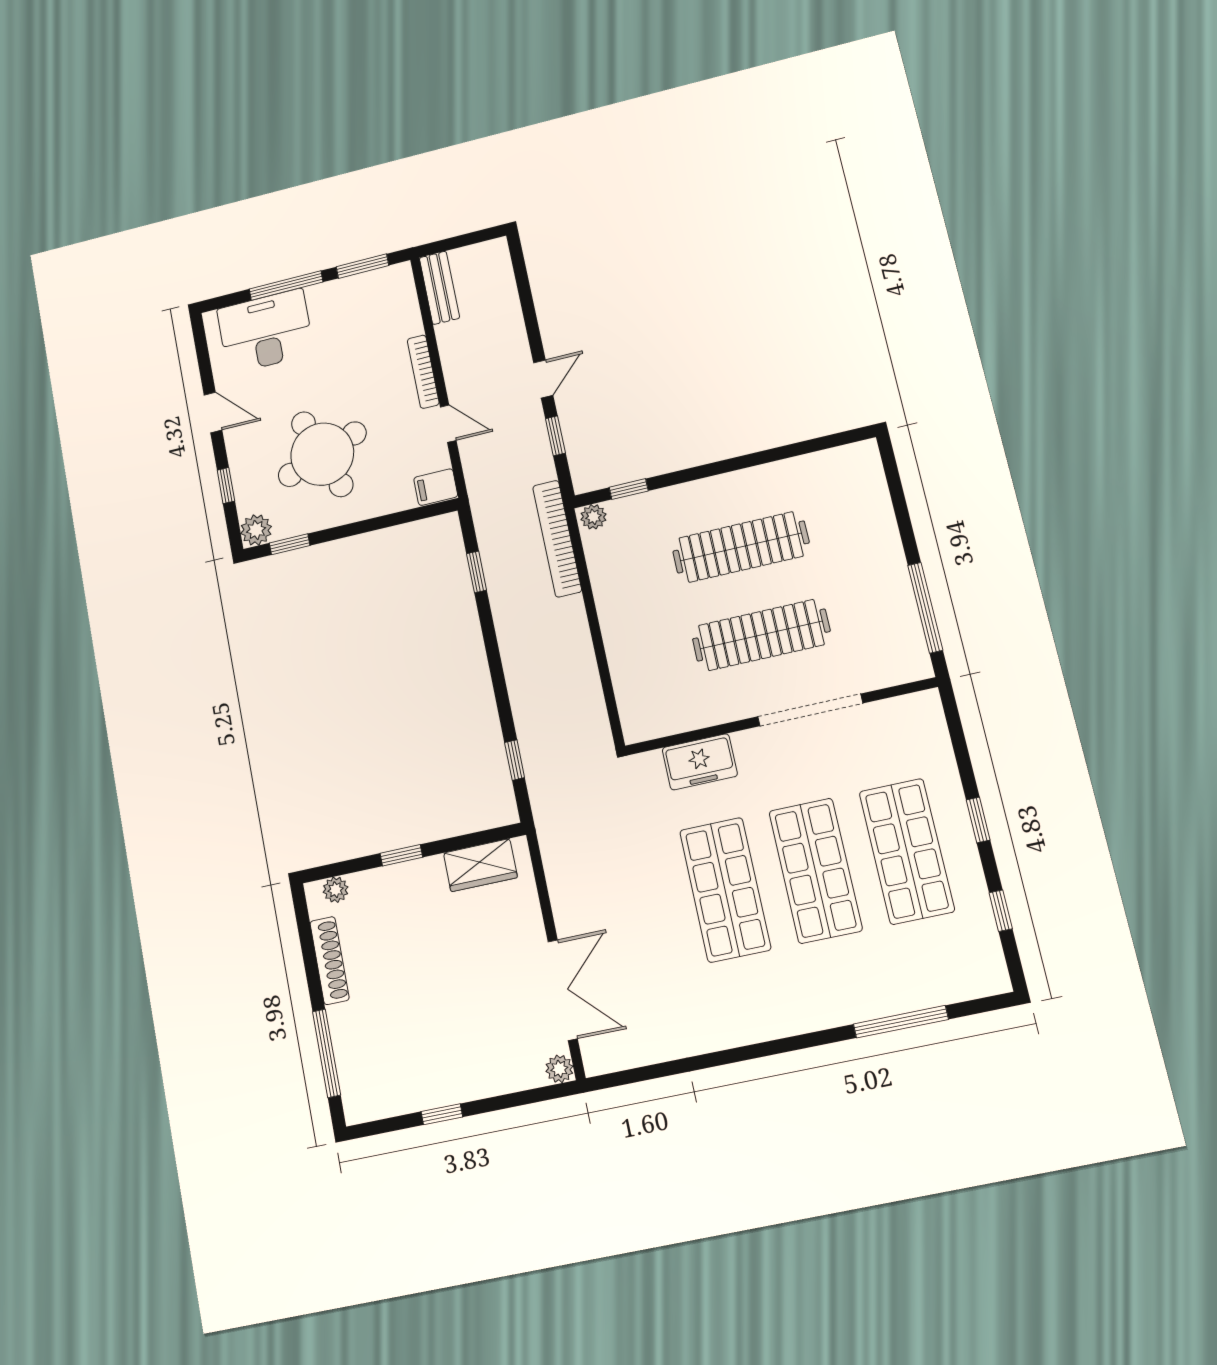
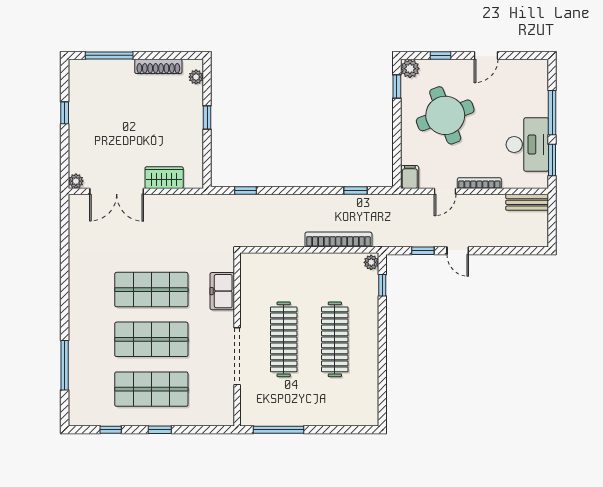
desk: (265, 331) -> (527, 145), moved
bookcase: (557, 539) -> (338, 240), moved
wardrobe: (480, 865) -> (164, 178), moved, turned 90

